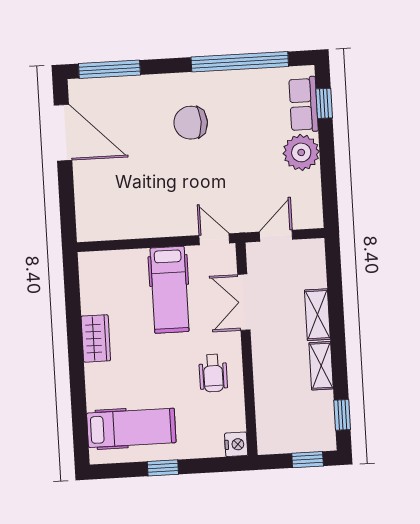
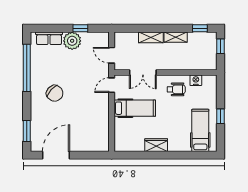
window: (109, 69) -> (27, 131), width x0.69
window: (324, 103) -> (80, 28), moved
chair: (191, 123) -> (55, 93), turned -48
nightstand: (236, 444) -> (196, 80), moved

